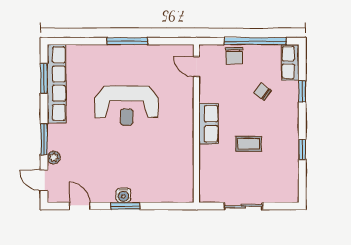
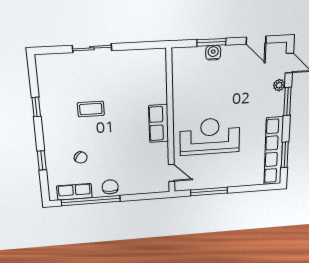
row of seats: (290, 62) -> (74, 192), moved, turned -90
door: (196, 67) -> (172, 173), moved
wall: (196, 124) -> (170, 123), moved
row of seats: (209, 124) -> (159, 123), moved

